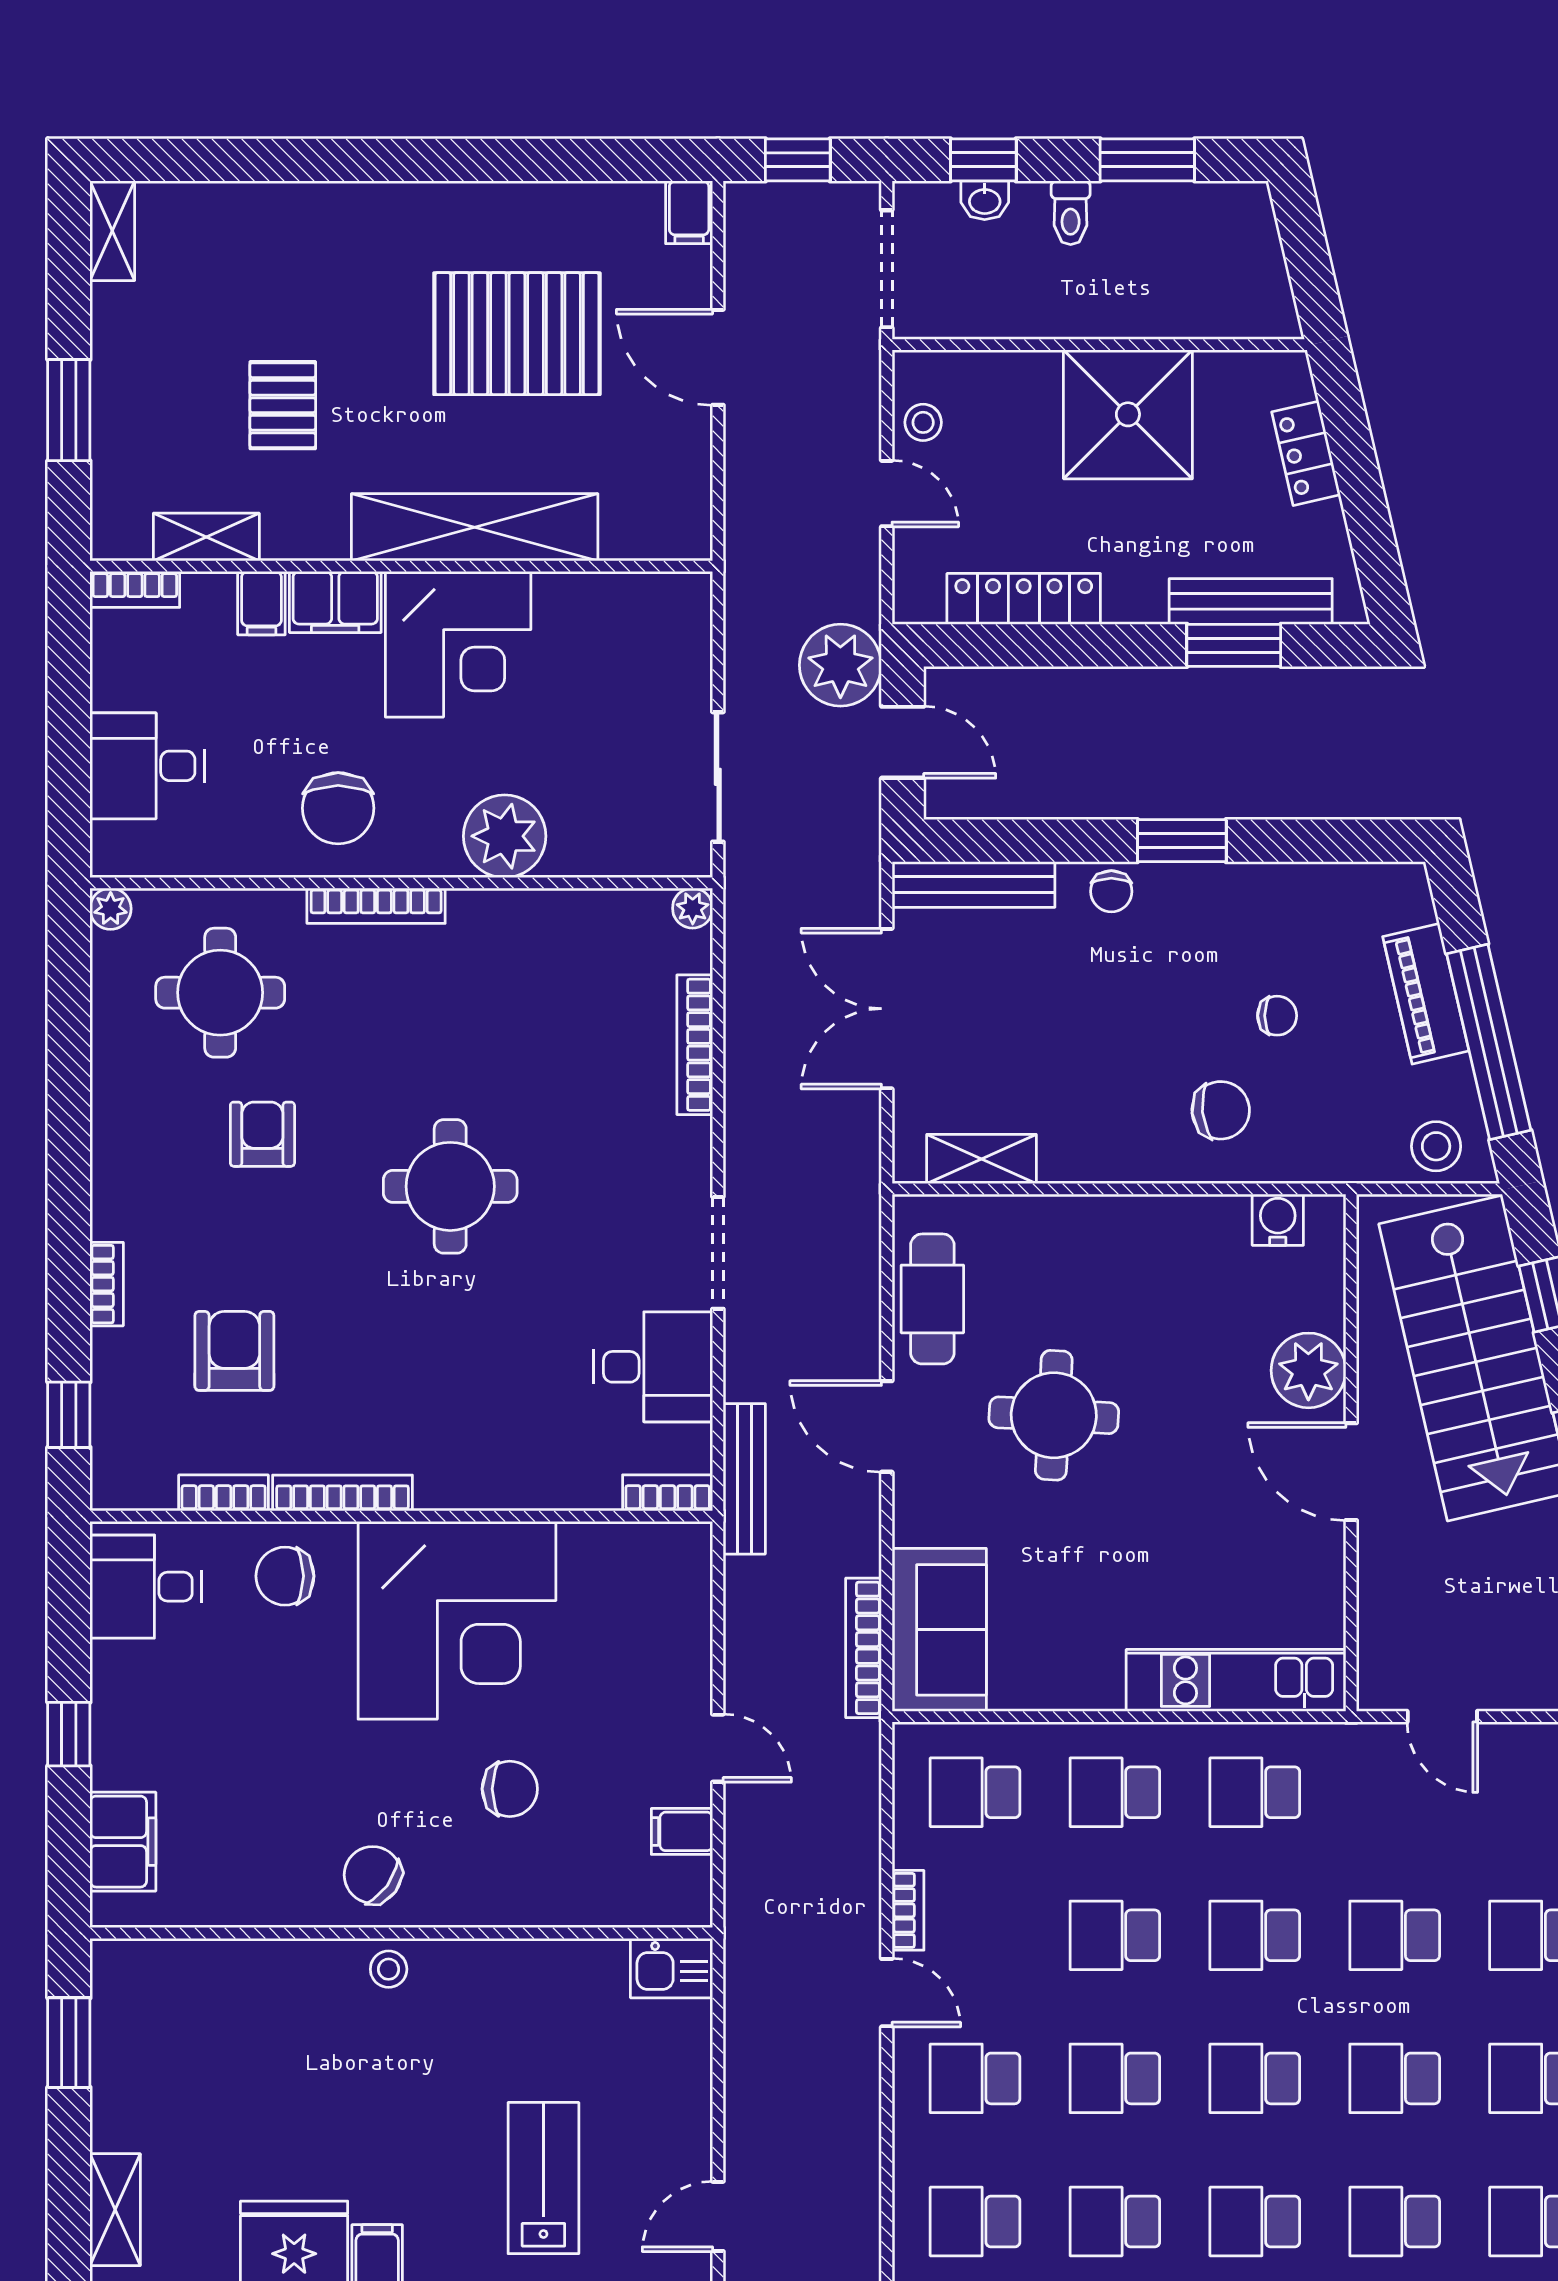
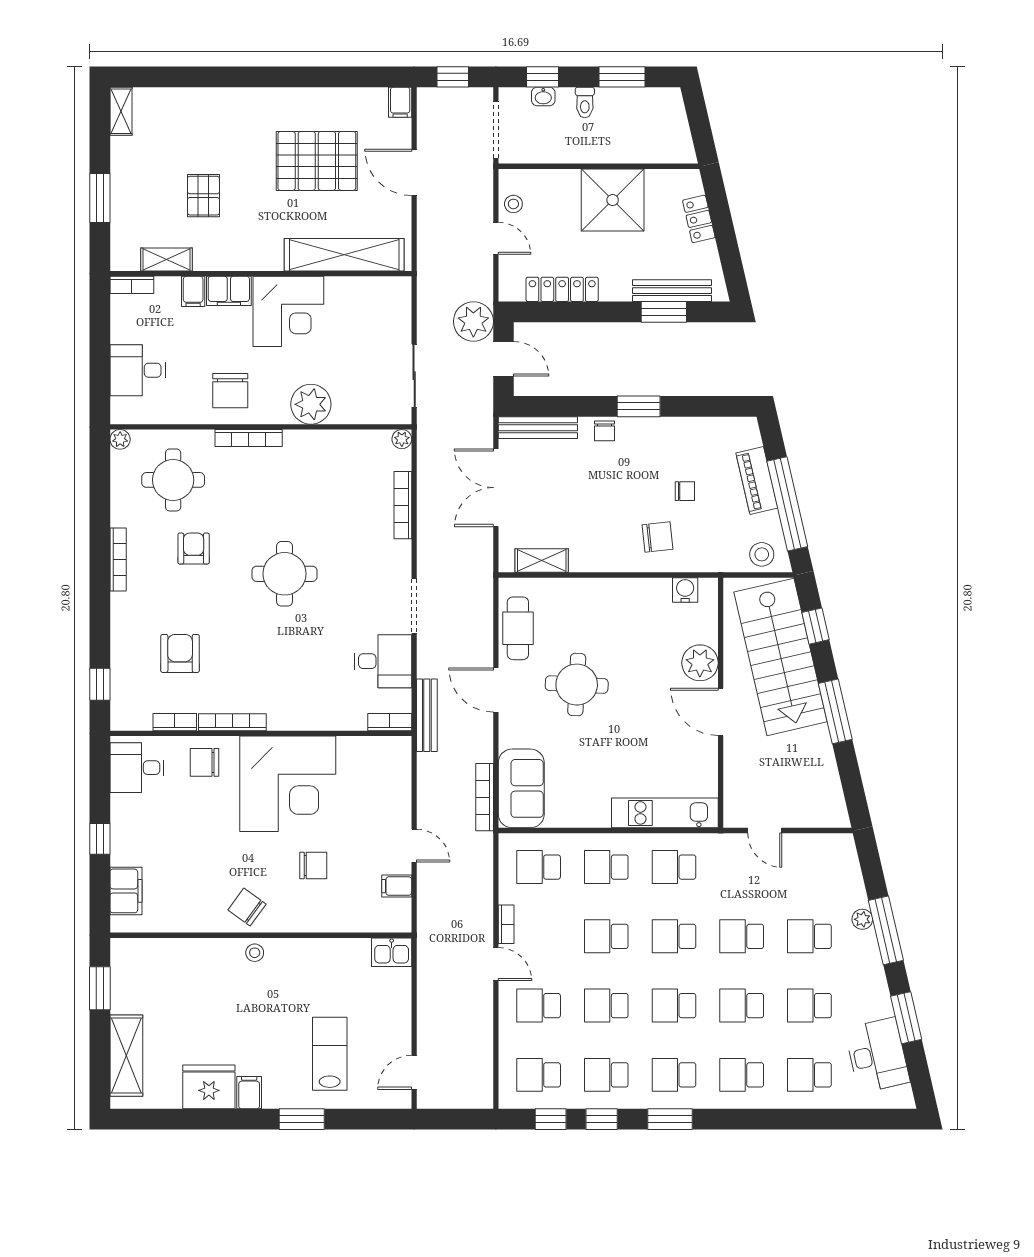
shelving: (475, 527) -> (344, 255), moved
bookcase: (107, 1284) -> (118, 560), moved, width x1.56
shelving: (115, 2210) -> (126, 1056), width x1.50, depth x1.33

